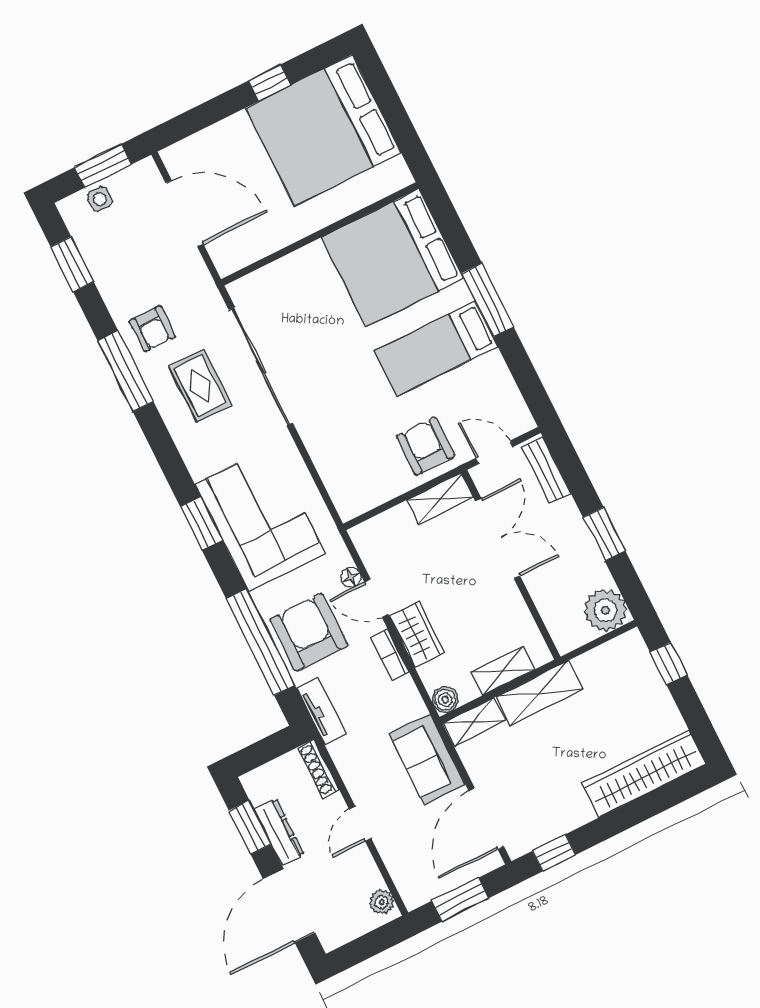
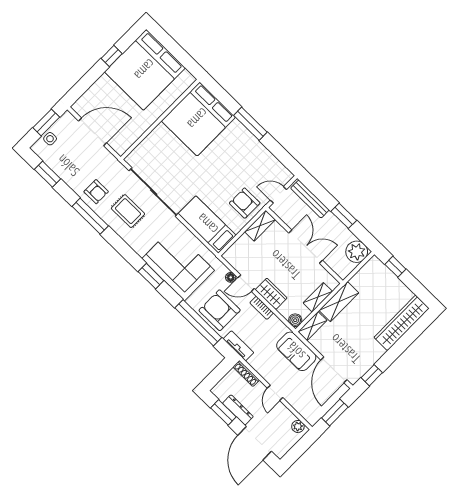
bed: (436, 349) -> (207, 224), moved, turned 90
bench: (546, 470) -> (310, 199), width x1.36
double door: (498, 538) -> (306, 247), moved

